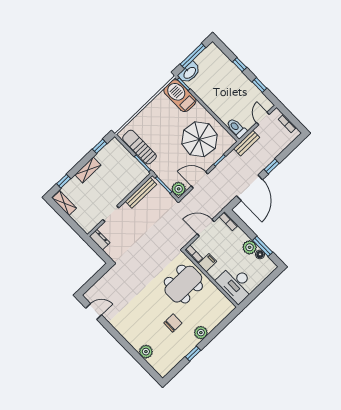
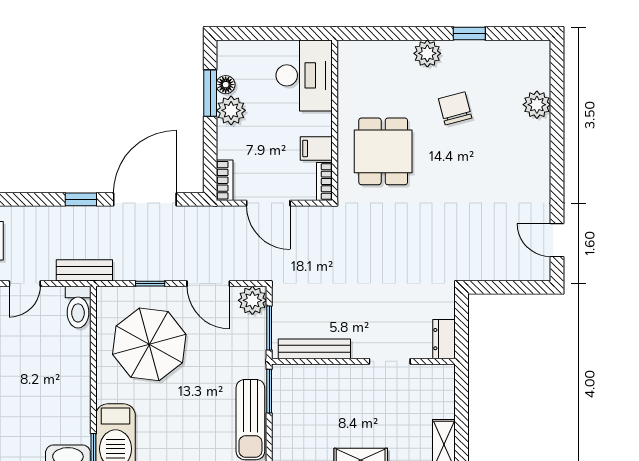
dining table: (183, 284) -> (383, 151), width x0.73
chair: (173, 323) -> (455, 108), turned 75

